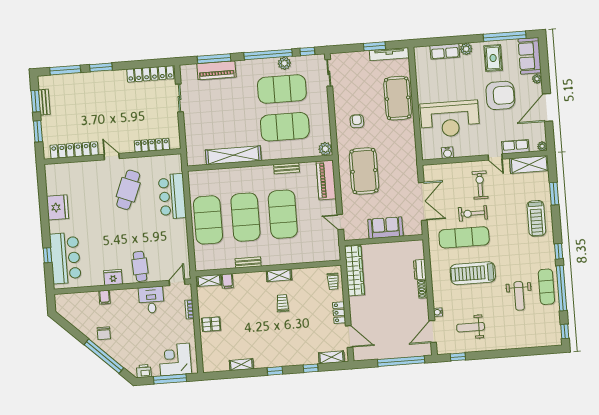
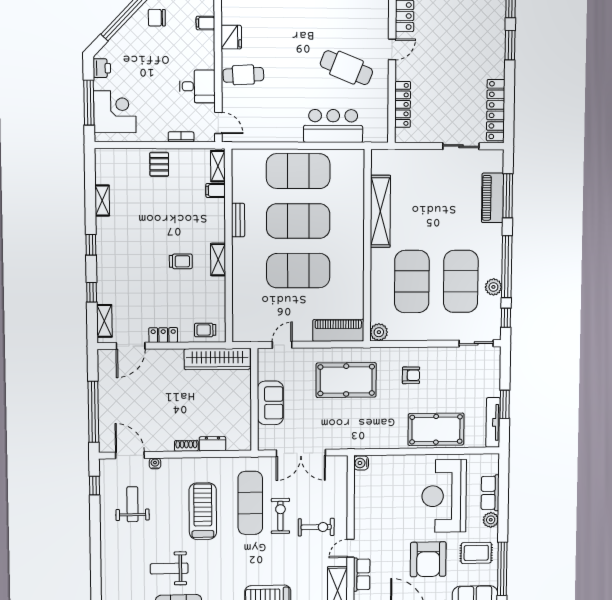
reception desk: (450, 119) -> (444, 496), moved
water cooler: (447, 153) -> (361, 463), moved
bench: (287, 168) -> (358, 280), removed

